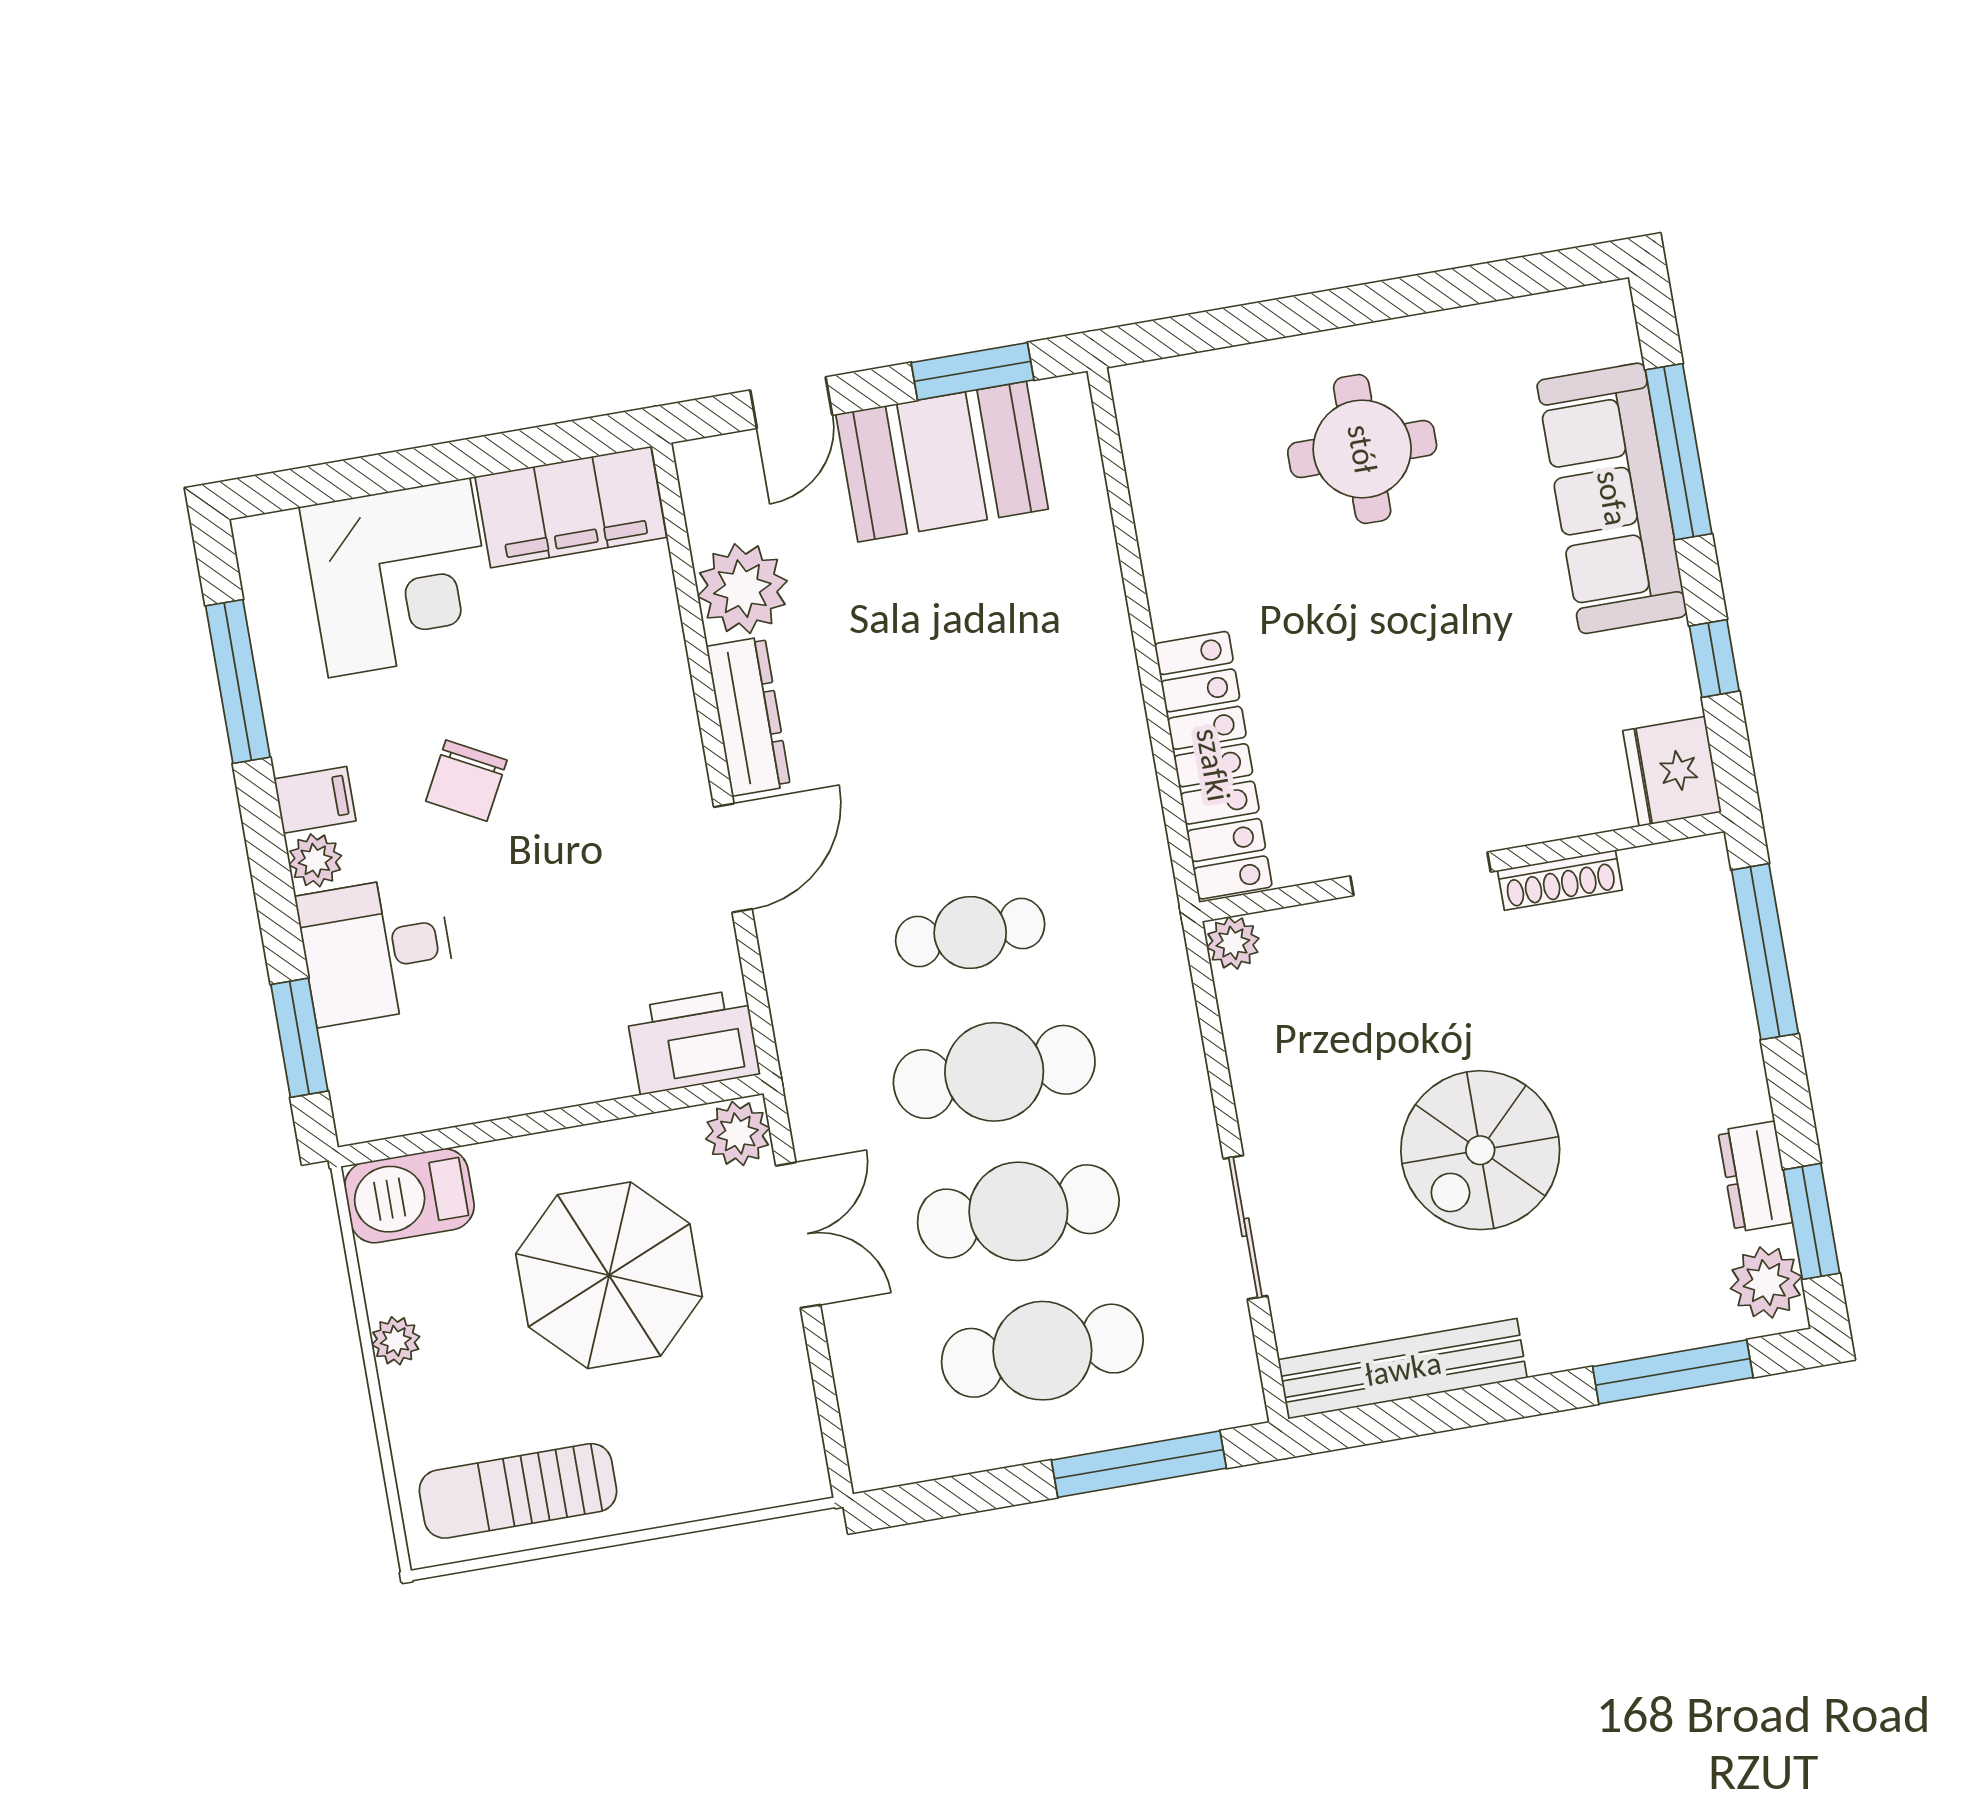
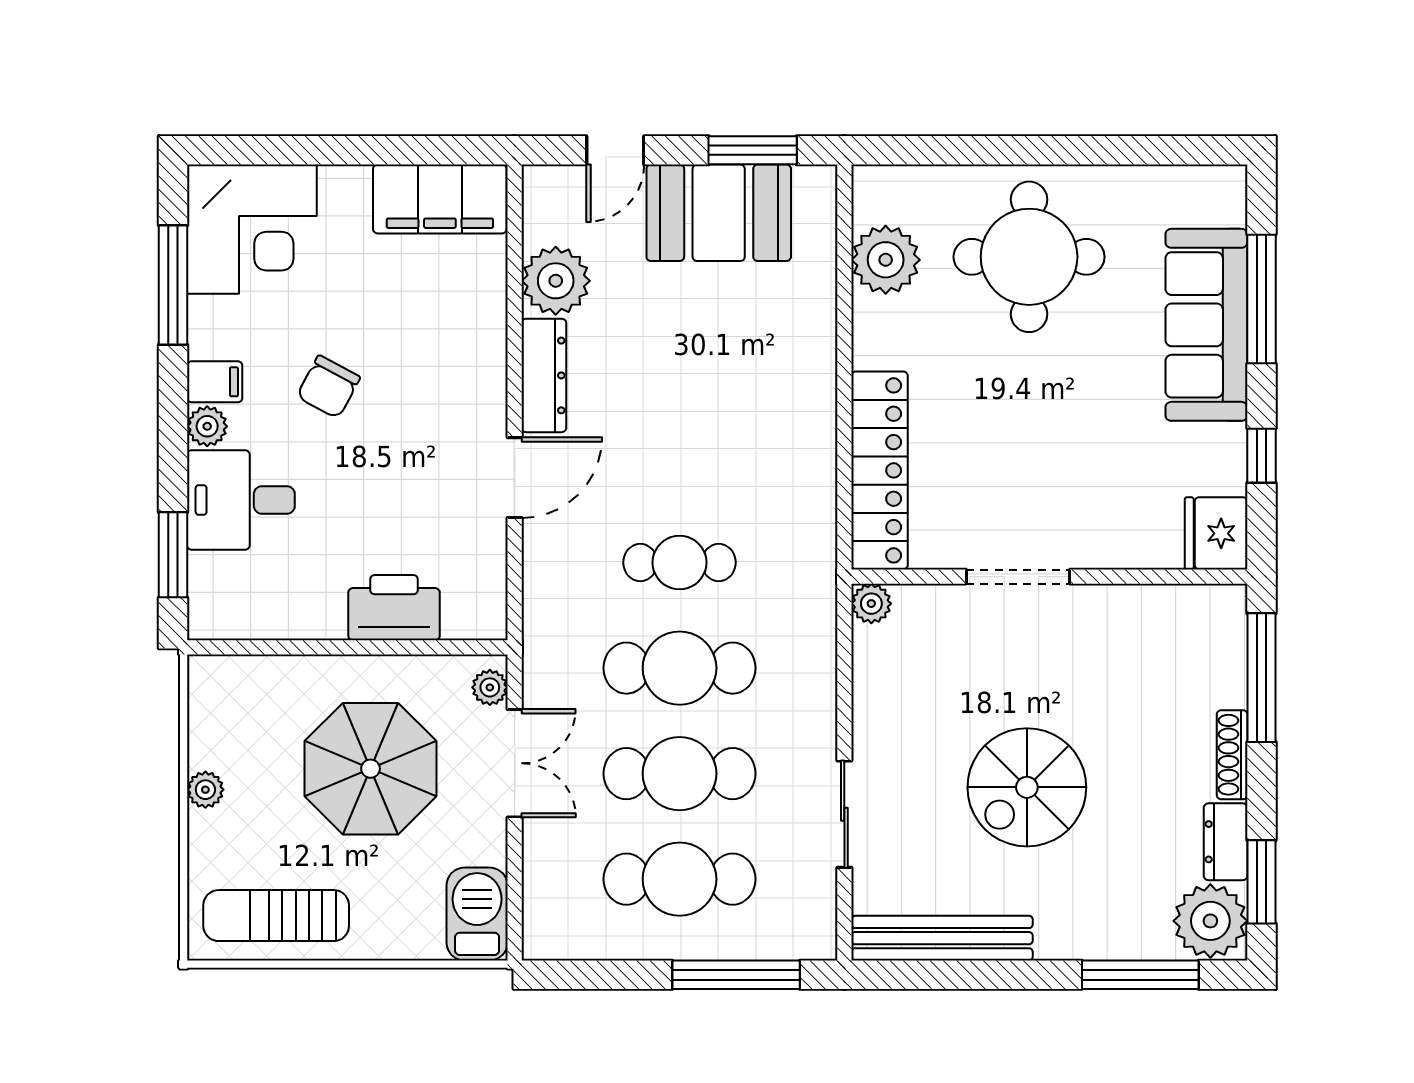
round table: (1362, 449) -> (1029, 257), width x1.36, depth x1.36
plant: (1173, 486) -> (886, 260), added
corner desk: (399, 578) -> (252, 229), moved
shoe rack: (1560, 880) -> (1232, 755), moved, turned 90
printer: (693, 1042) -> (394, 608), moved
plant: (738, 1133) -> (490, 687), width x0.73, depth x0.73
barbecue: (409, 1196) -> (477, 914), moved, turned 90
plant: (1766, 1283) -> (1210, 921), width x1.36, depth x1.36

